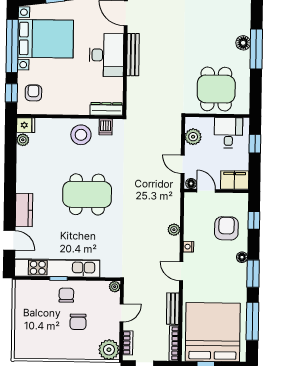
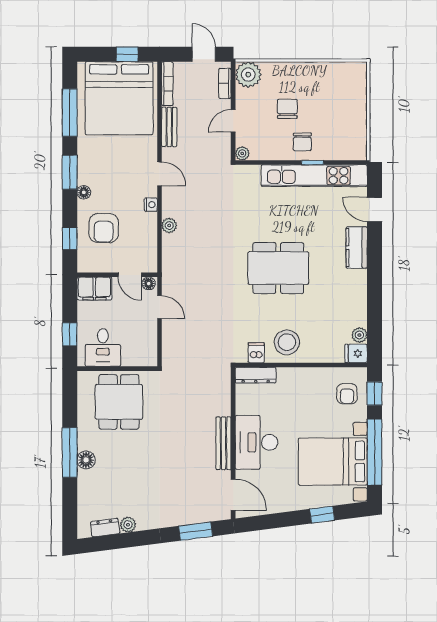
plant: (193, 137) -> (147, 342), removed

